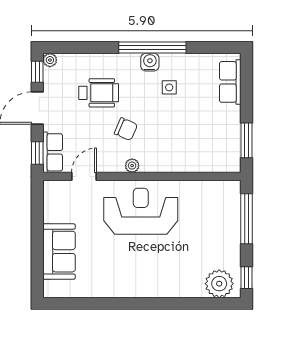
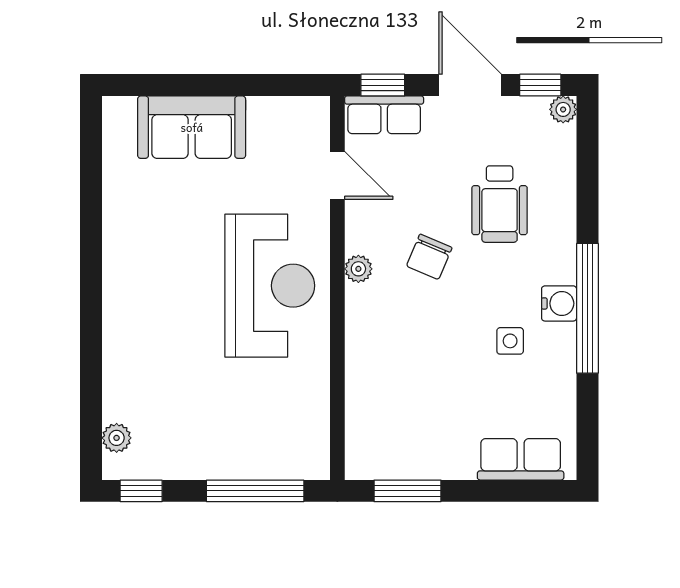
plant: (219, 284) -> (117, 438), width x0.53, depth x0.53

